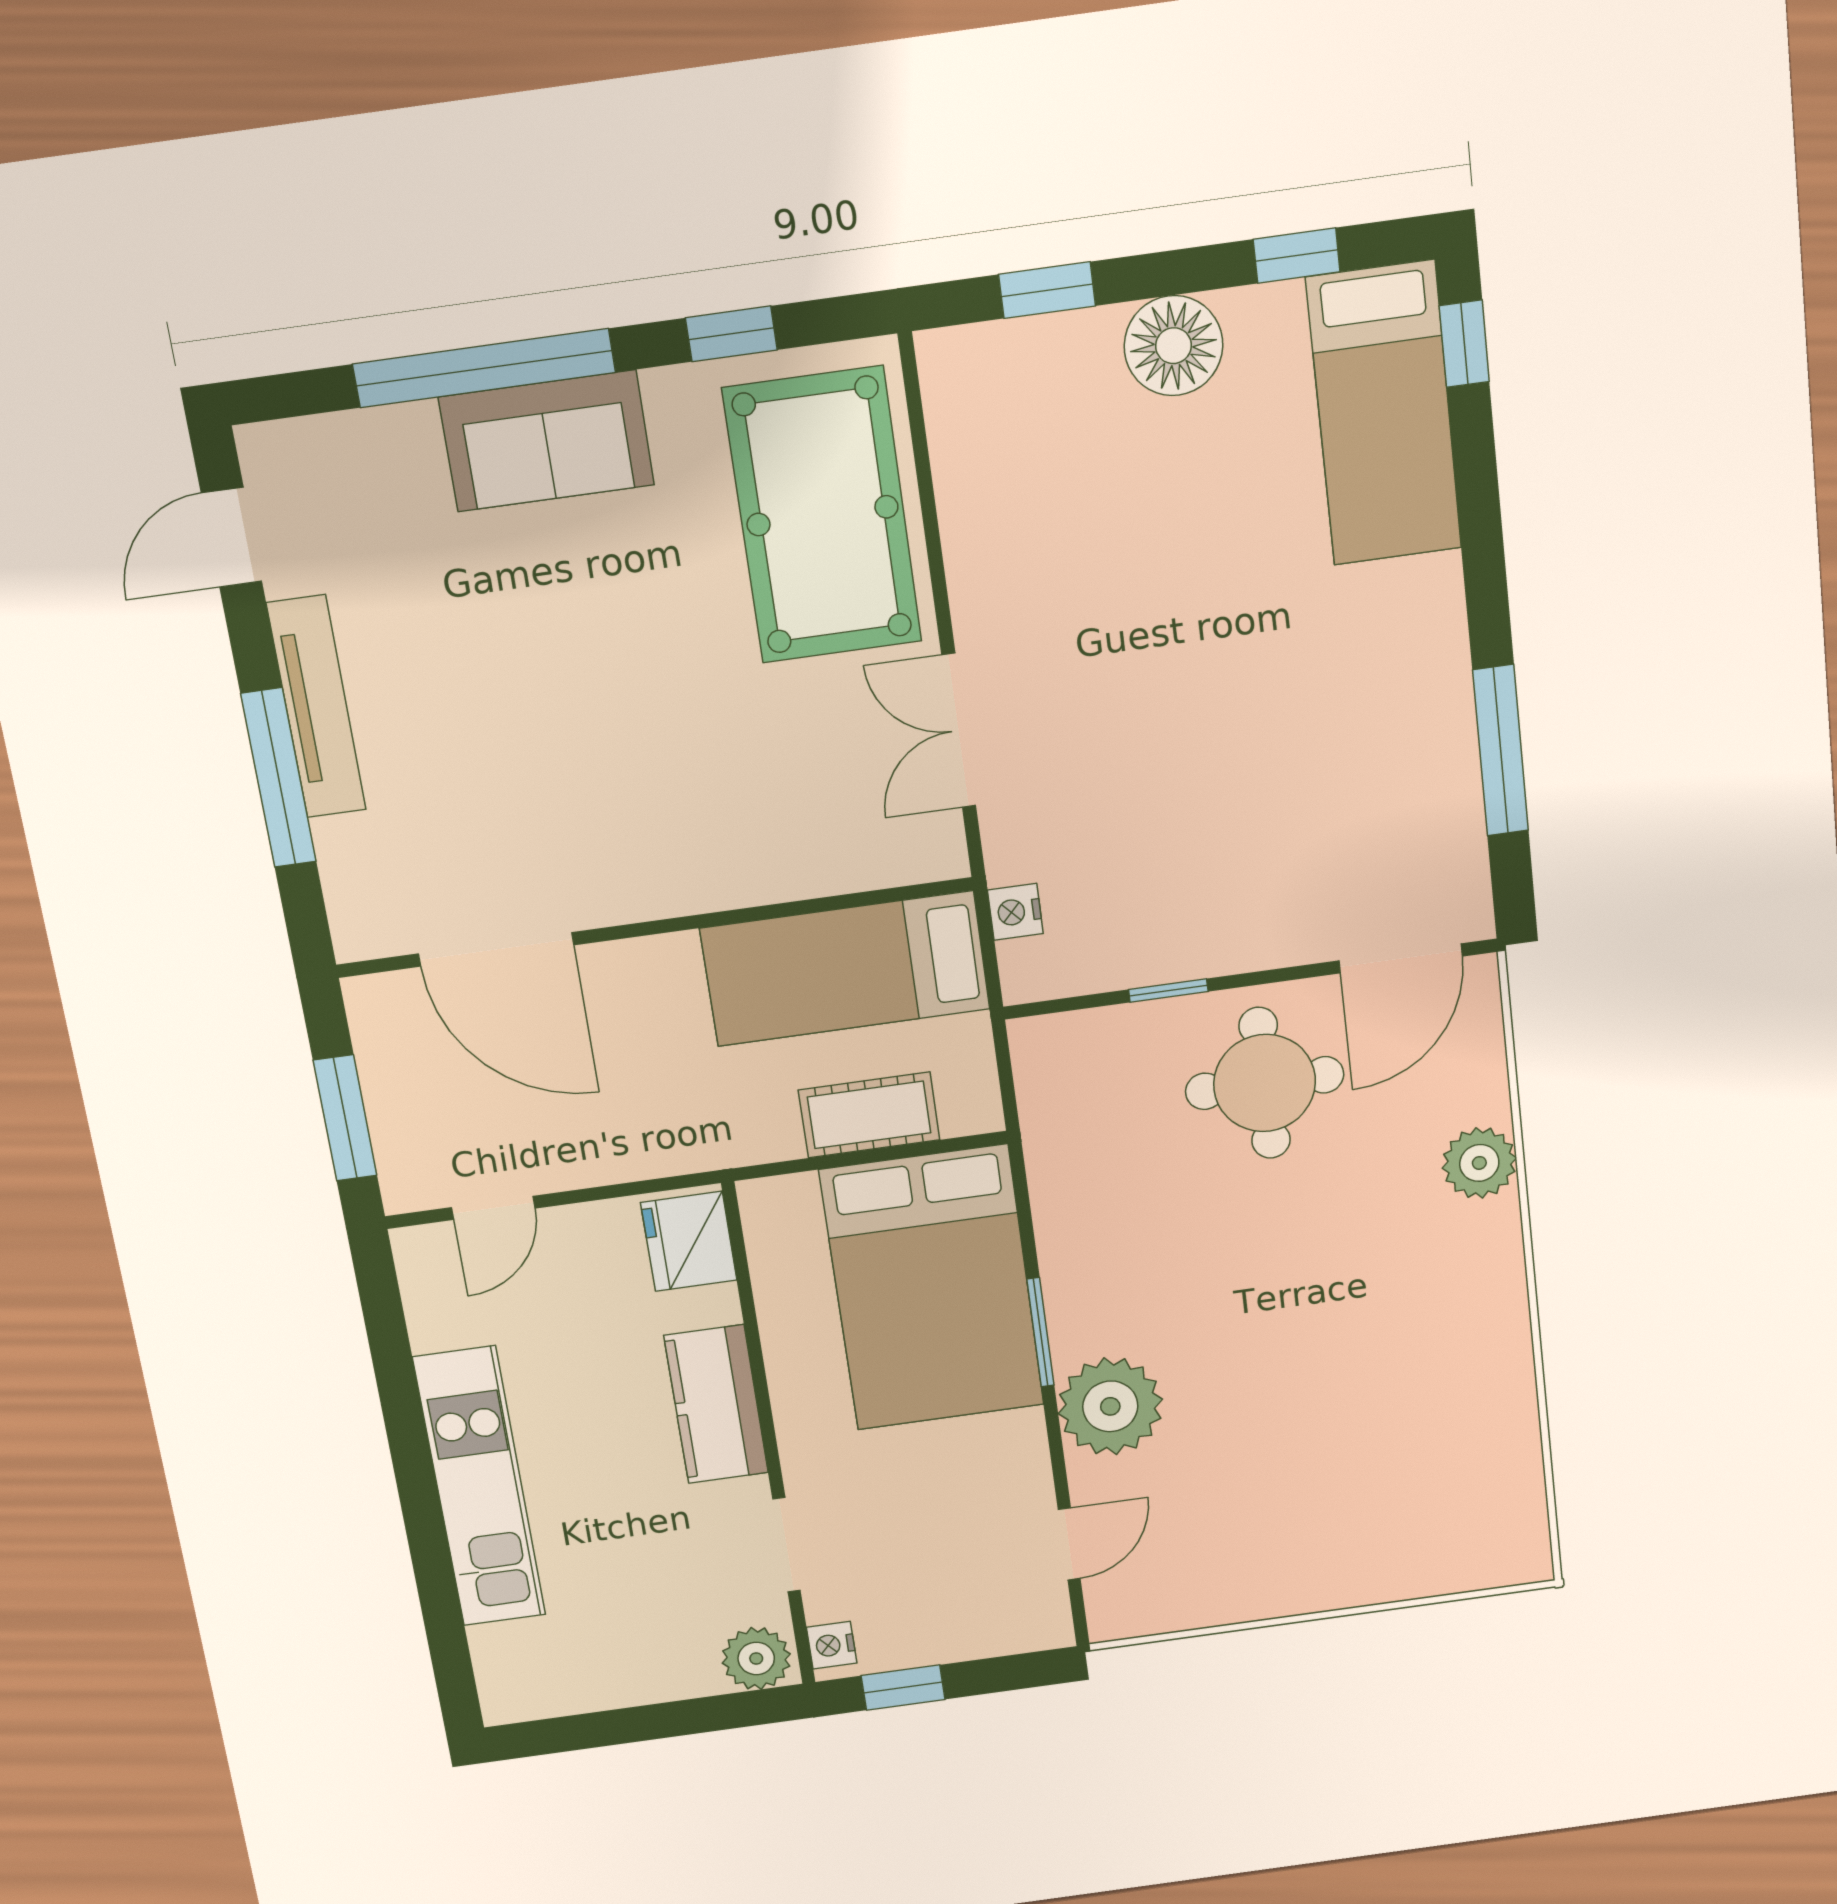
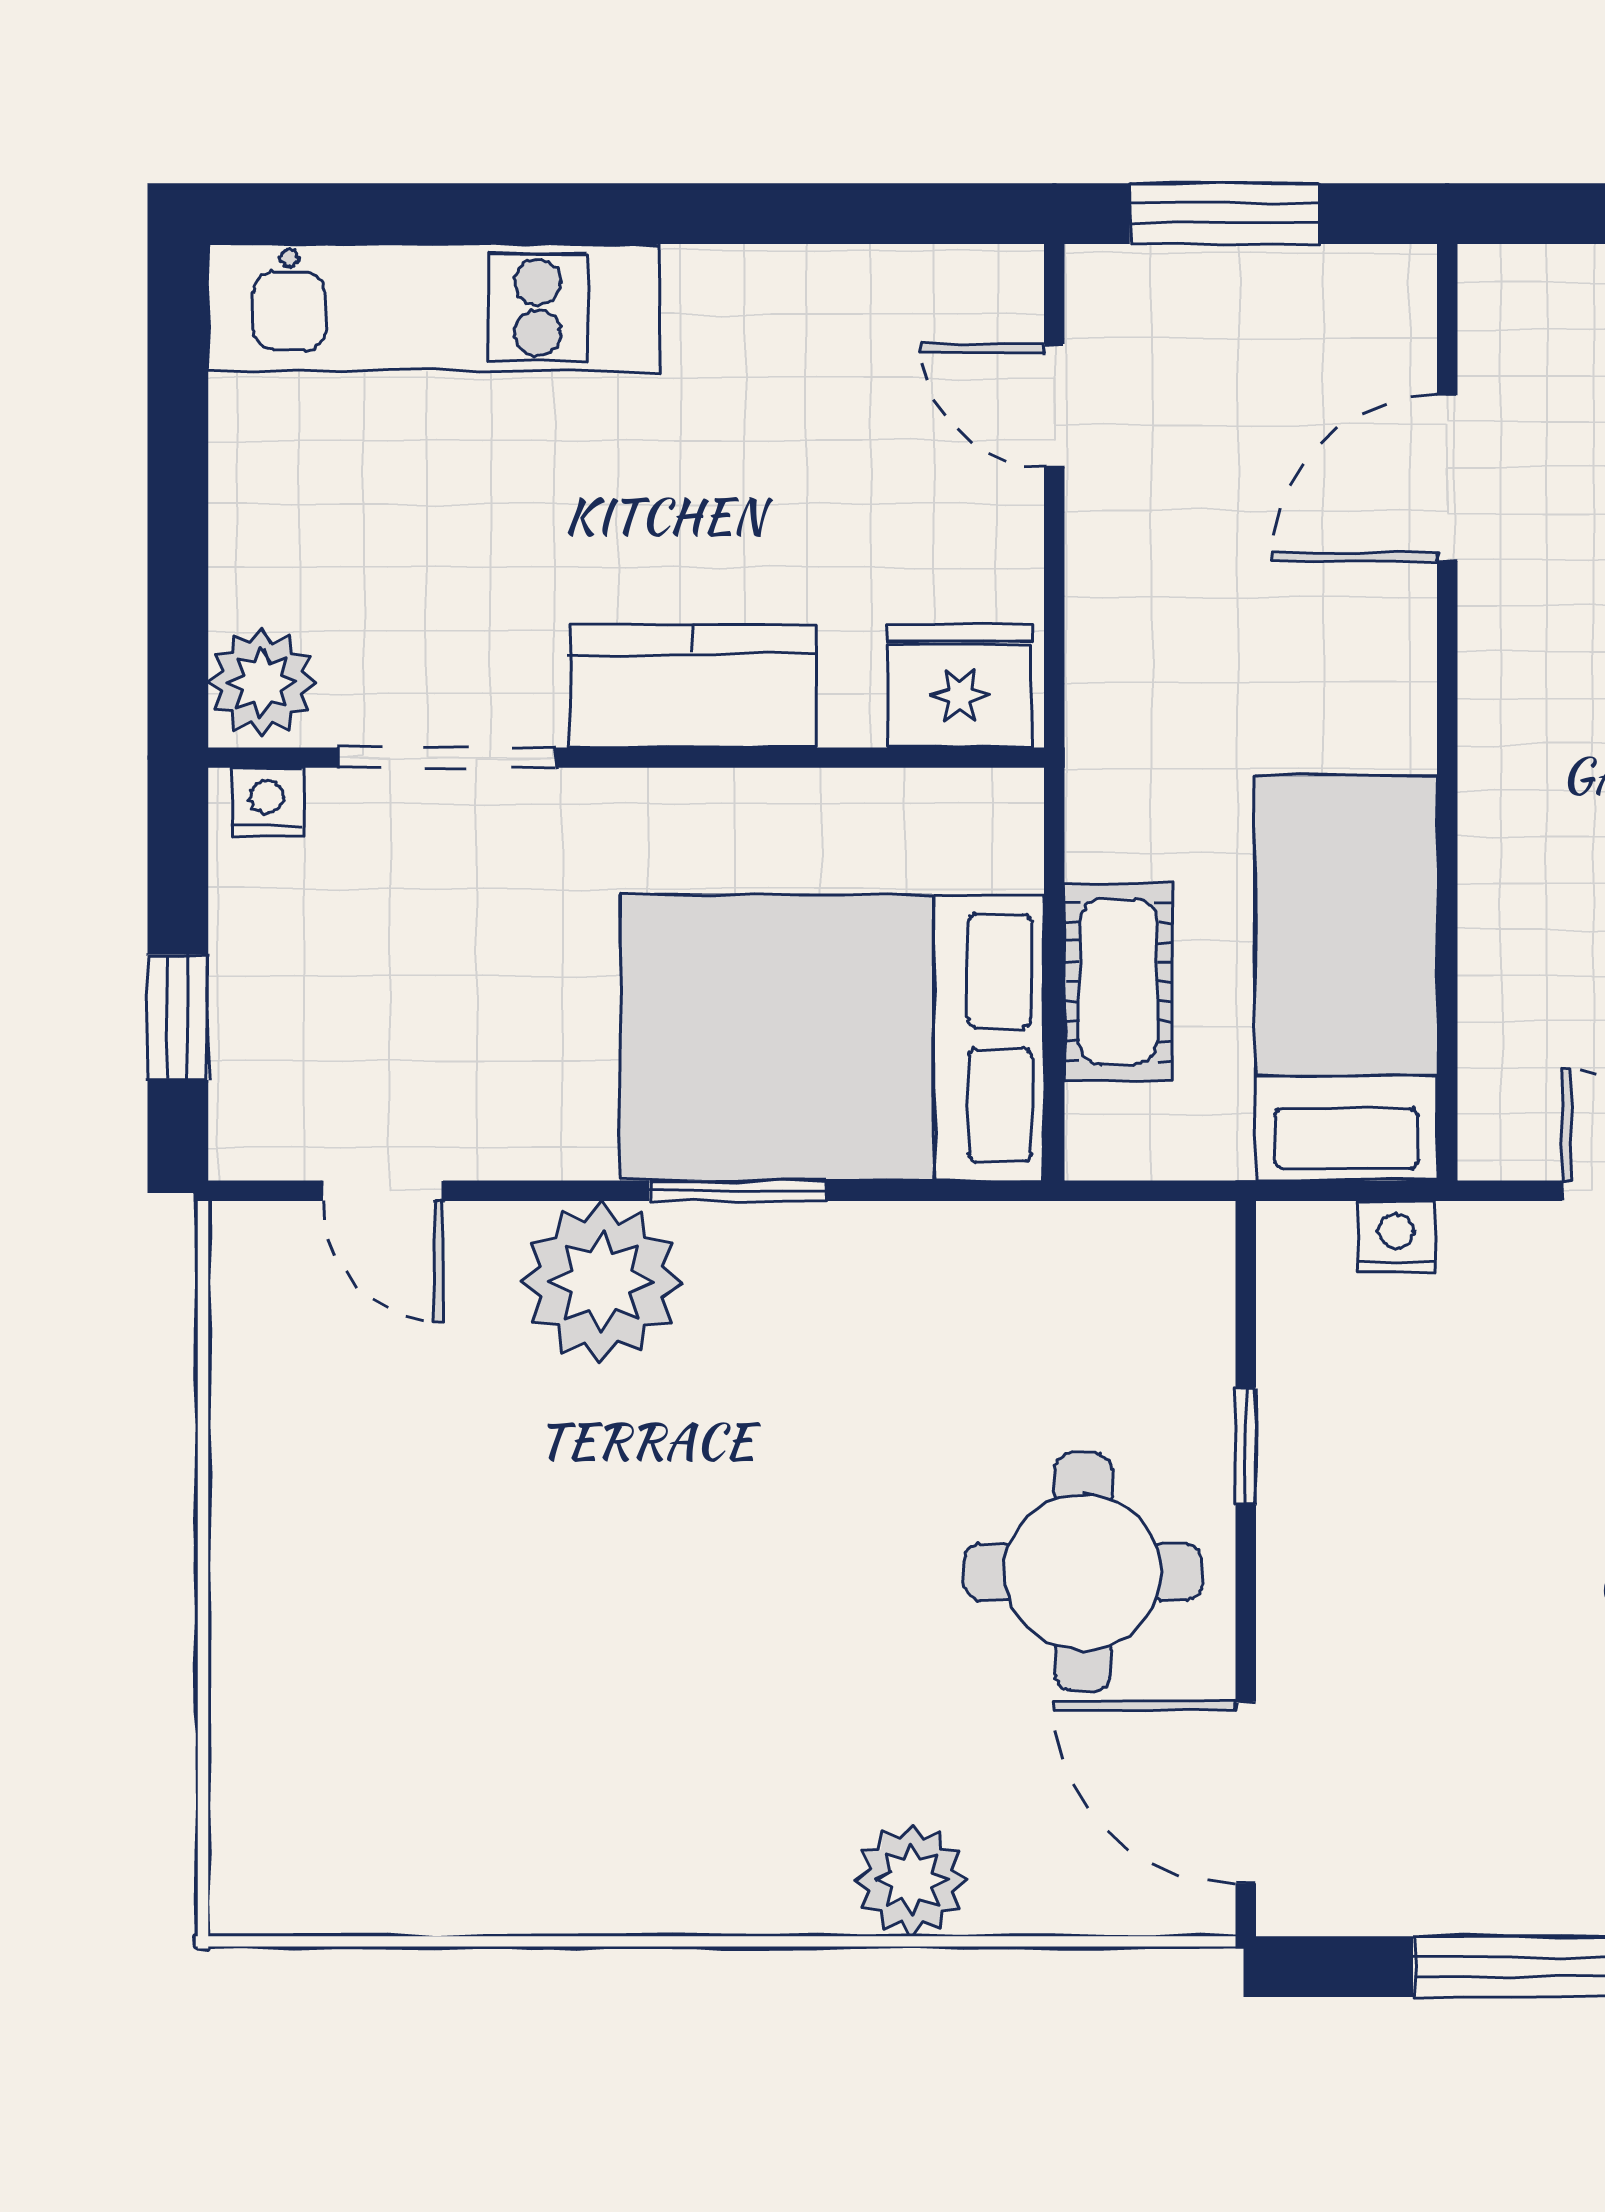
door: (496, 949) -> (1447, 478), width x0.73
kitchen unit: (480, 1487) -> (434, 307), moved
doorway: (786, 1545) -> (447, 758), width x1.38
window: (903, 1688) -> (178, 1017), moved

